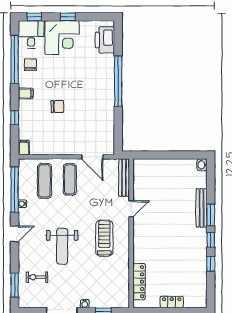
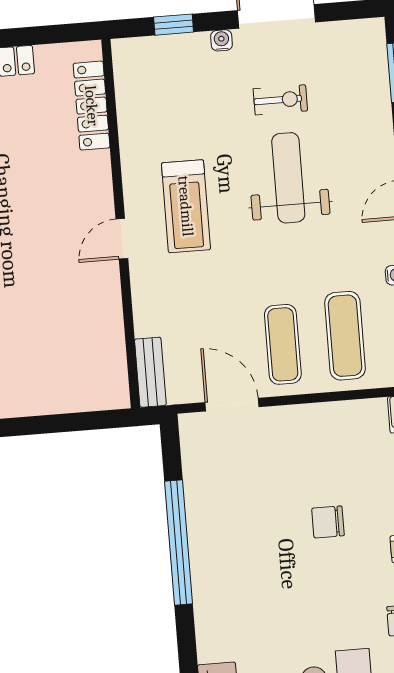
window: (118, 81) -> (178, 542), moved
bench: (124, 178) -> (150, 372), width x0.73
door: (131, 209) -> (122, 239), moved
exercise bike: (37, 277) -> (280, 100), moved

